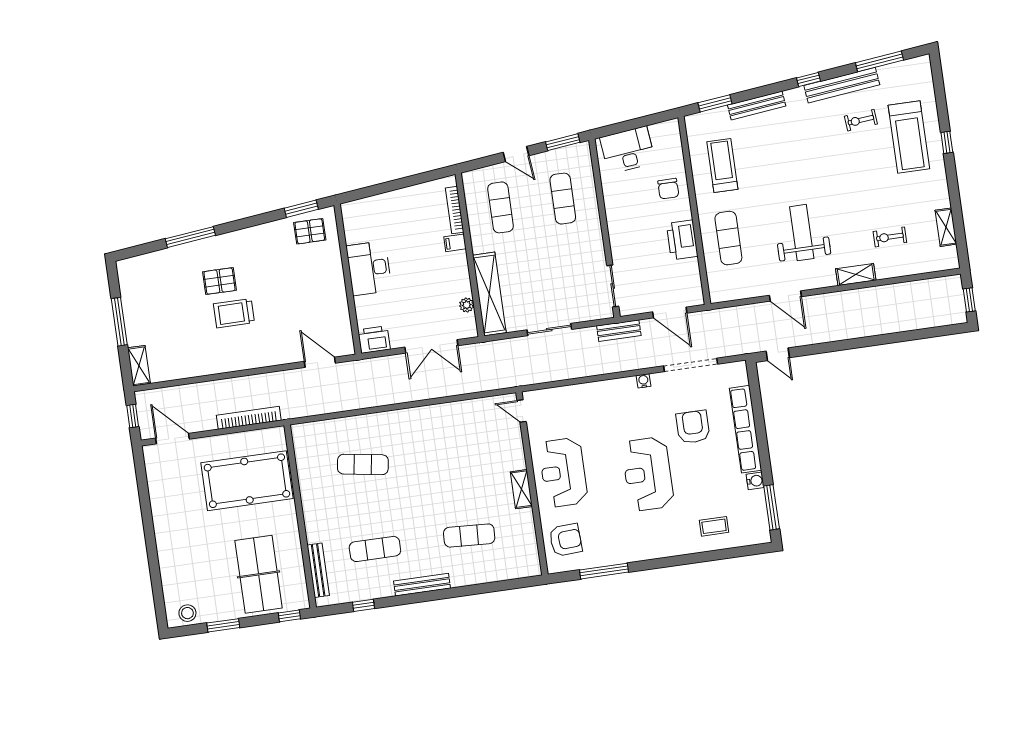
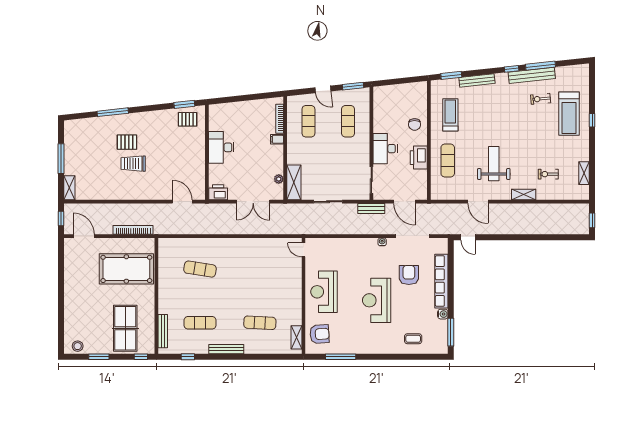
window: (879, 61) -> (541, 66), moved
desk: (628, 150) -> (385, 149), moved, turned -84
shelving: (489, 294) -> (294, 182), width x0.68
shelving: (521, 489) -> (296, 337), moved

